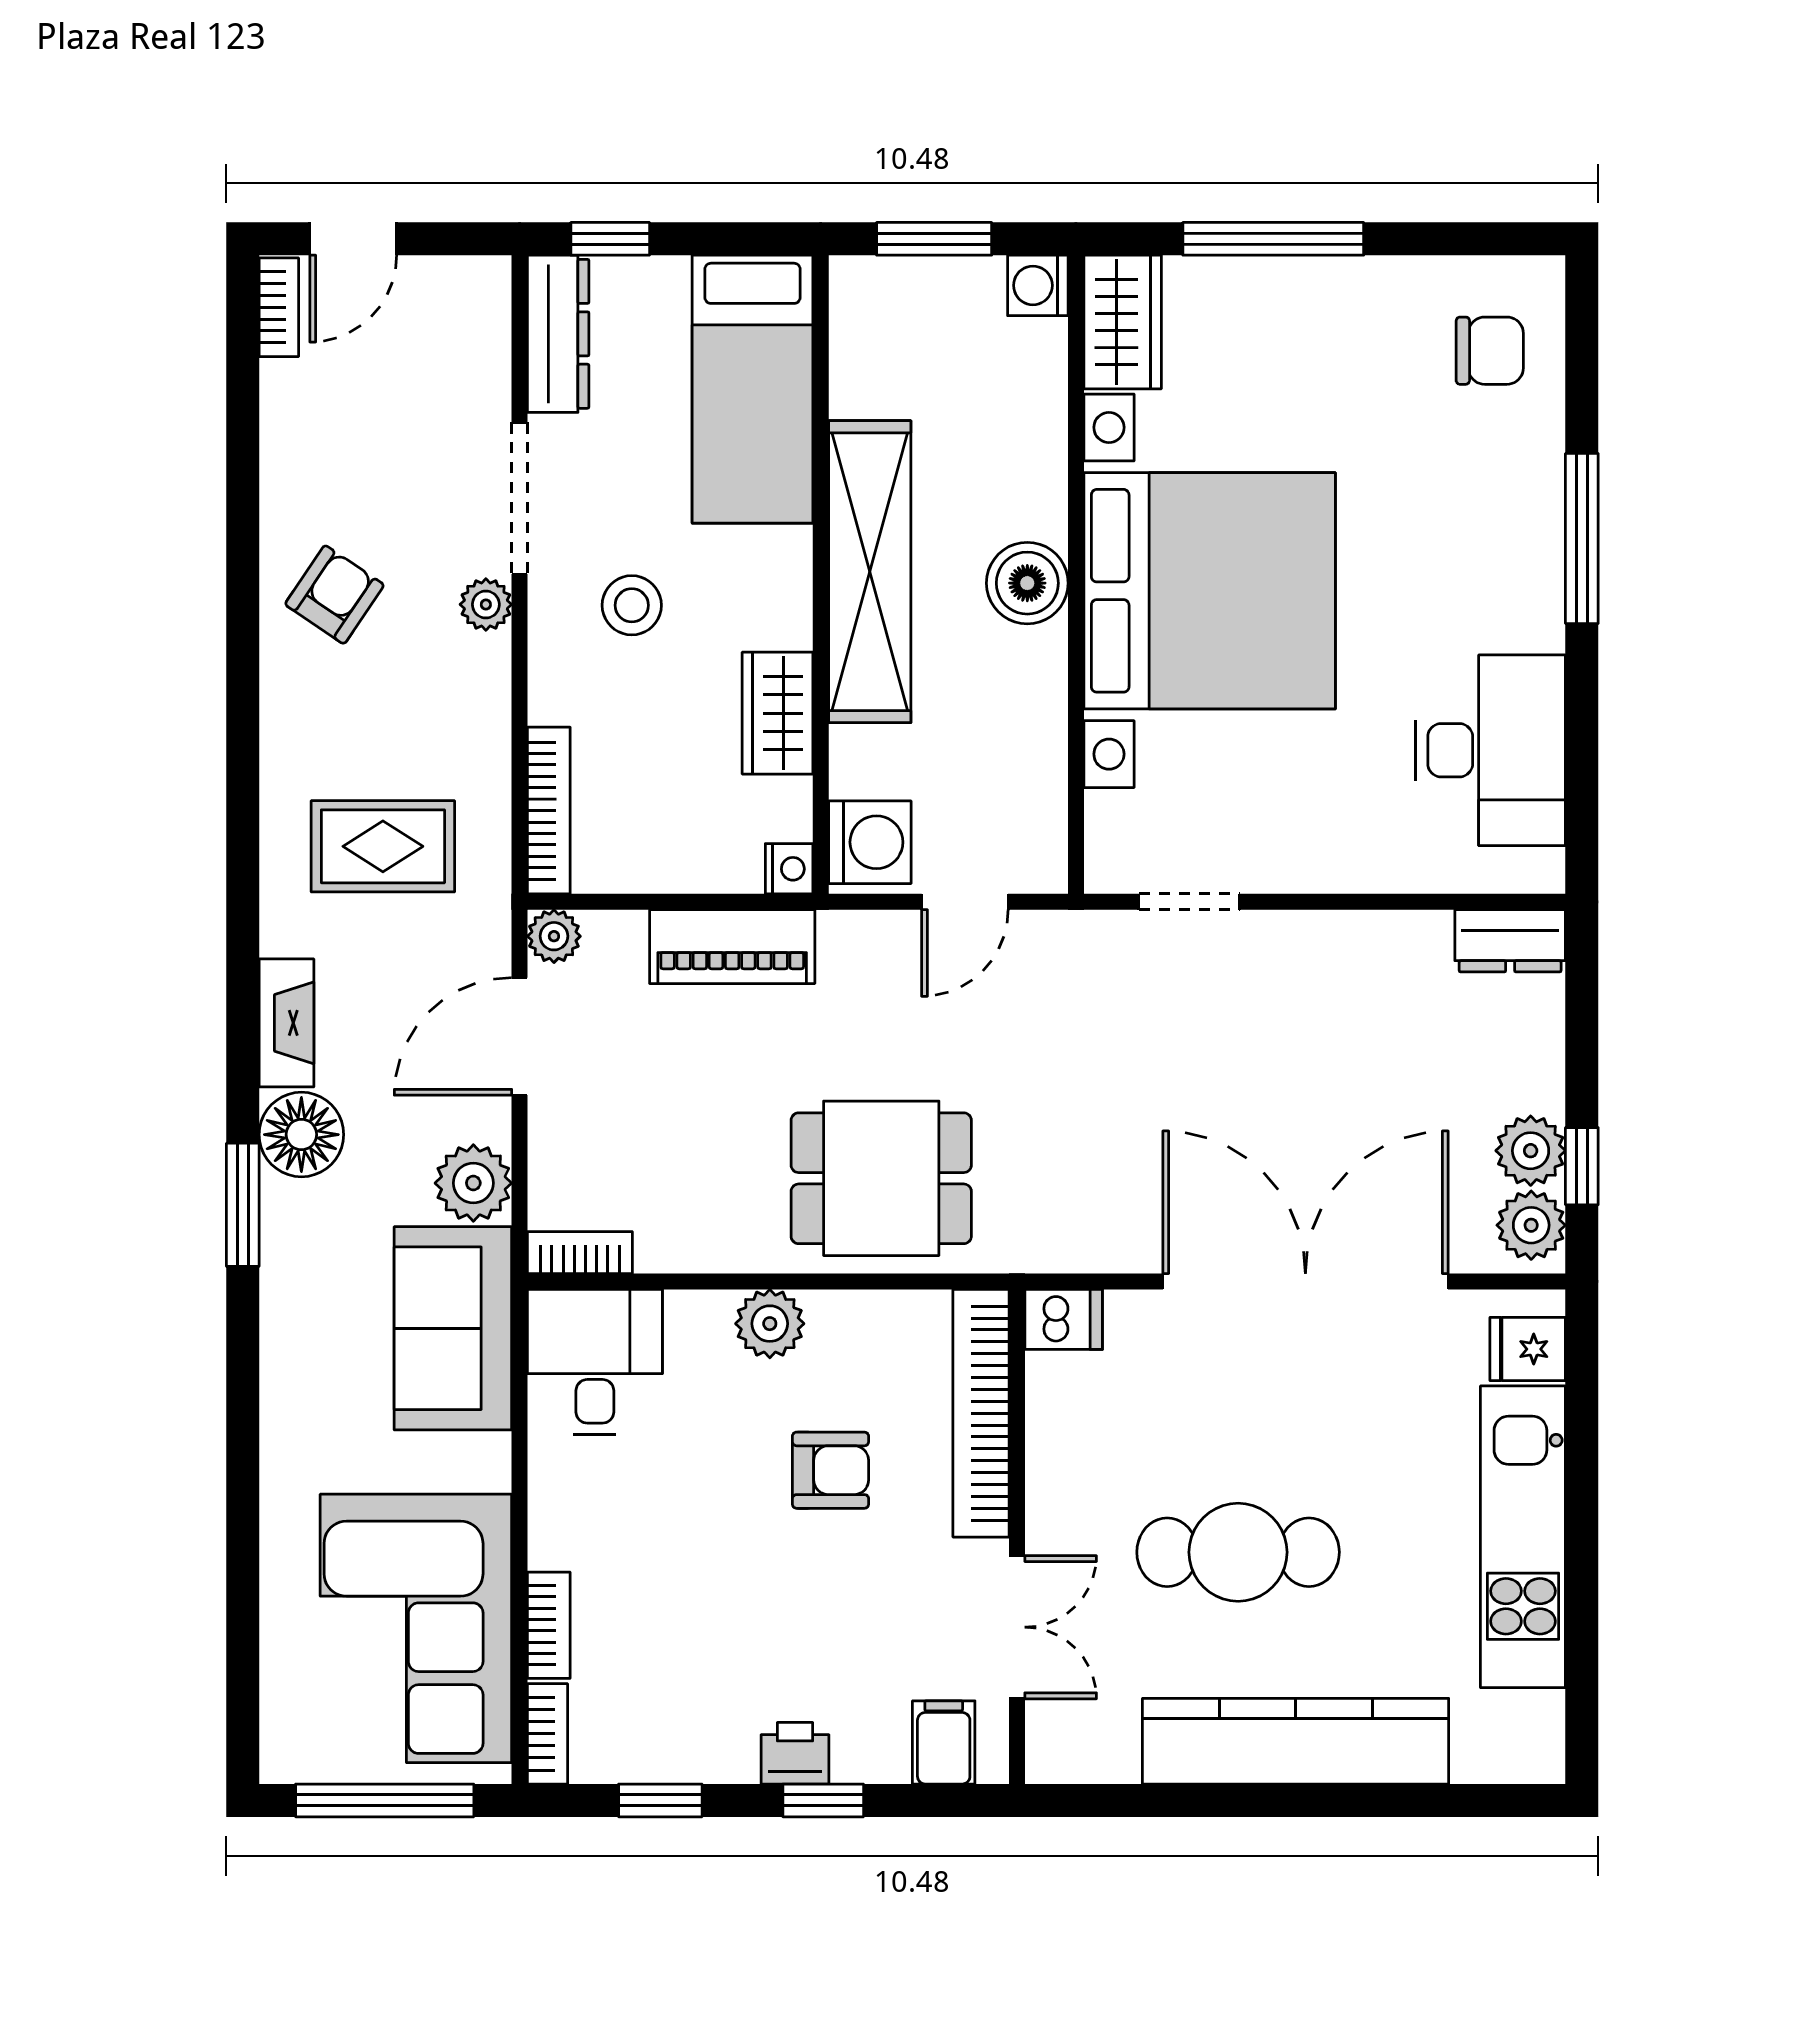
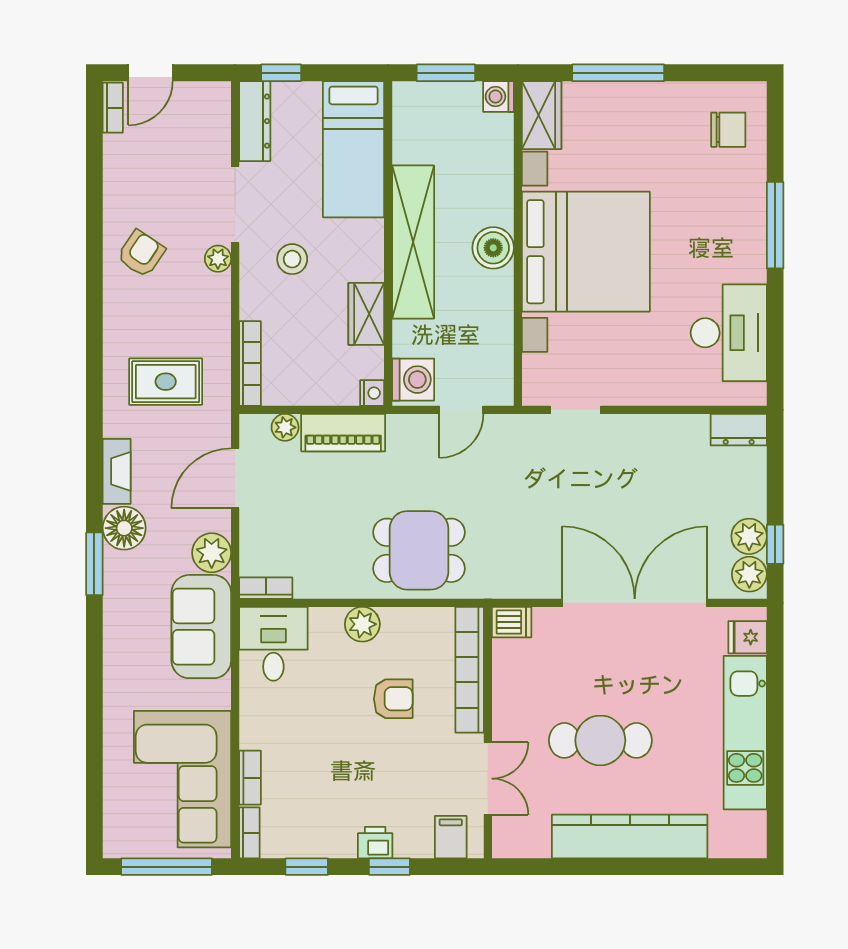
plant: (554, 936) -> (285, 427), moved

